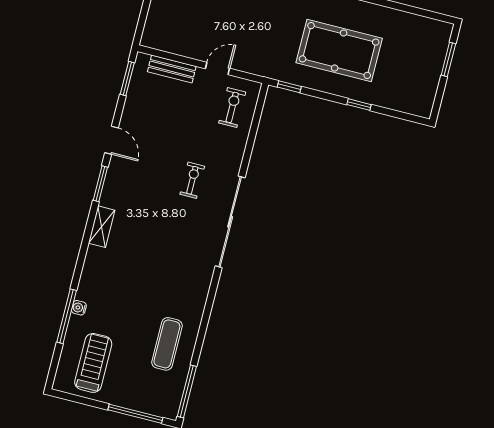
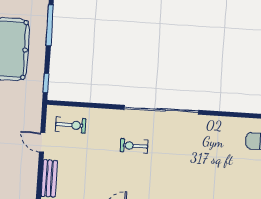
window: (359, 105) -> (50, 25), width x2.17
exercise bike: (232, 107) -> (71, 125), turned 180

